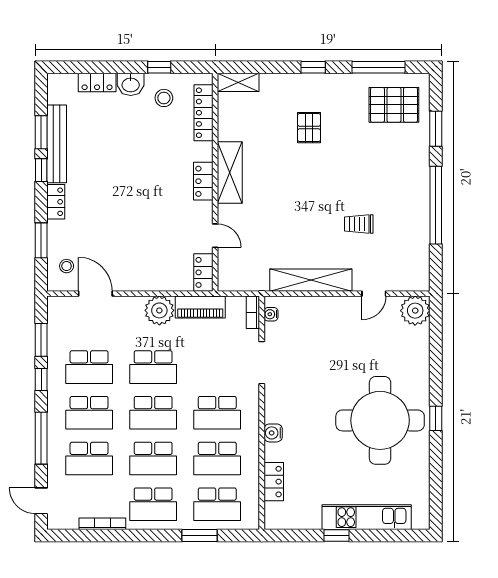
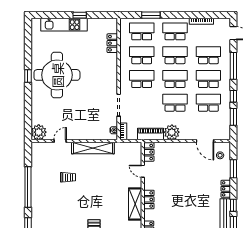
water cooler: (273, 433) -> (113, 68), removed

